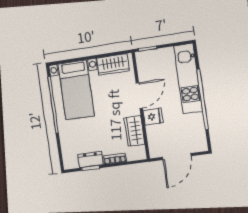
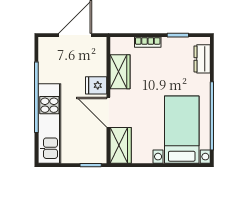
wardrobe: (113, 64) -> (121, 145), moved, turned 90
door: (139, 95) -> (108, 112), hinge flipped
dresser: (91, 160) -> (202, 59), moved, turned 90

